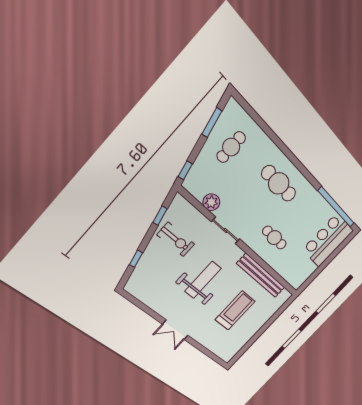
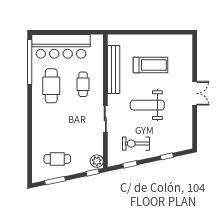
cafe table: (279, 183) -> (51, 86), moved
plant: (211, 202) -> (97, 161), moved
exercise bike: (176, 239) -> (136, 144), turned -90
bar counter: (328, 240) -> (61, 46), width x1.36
treadmill: (235, 310) -> (150, 65), turned 180

